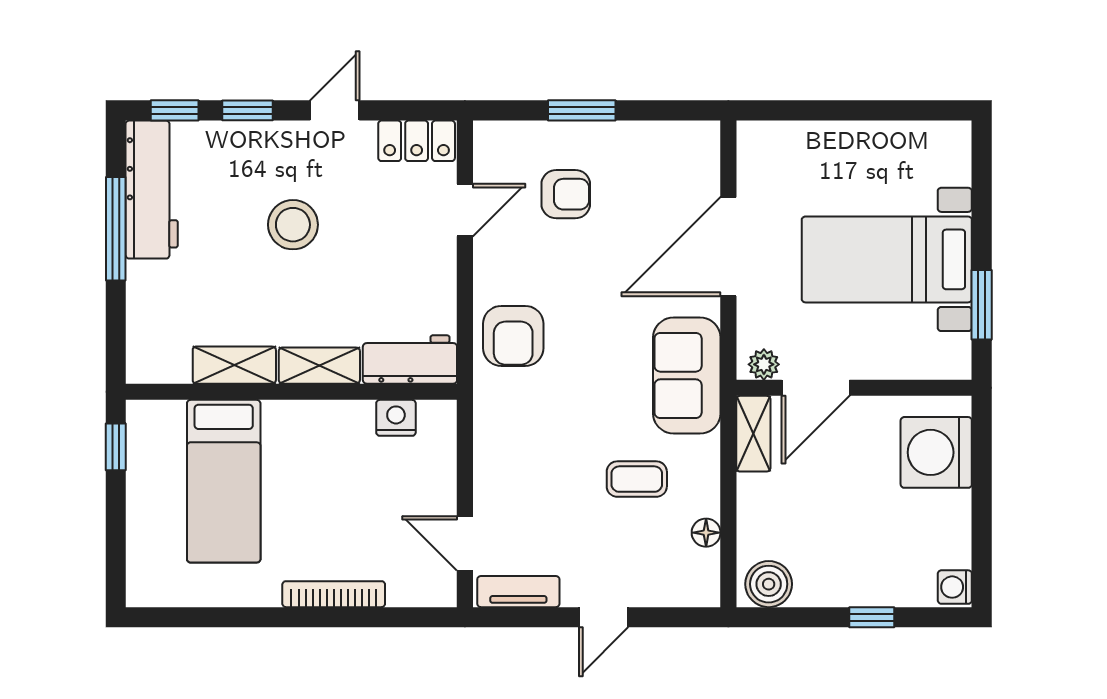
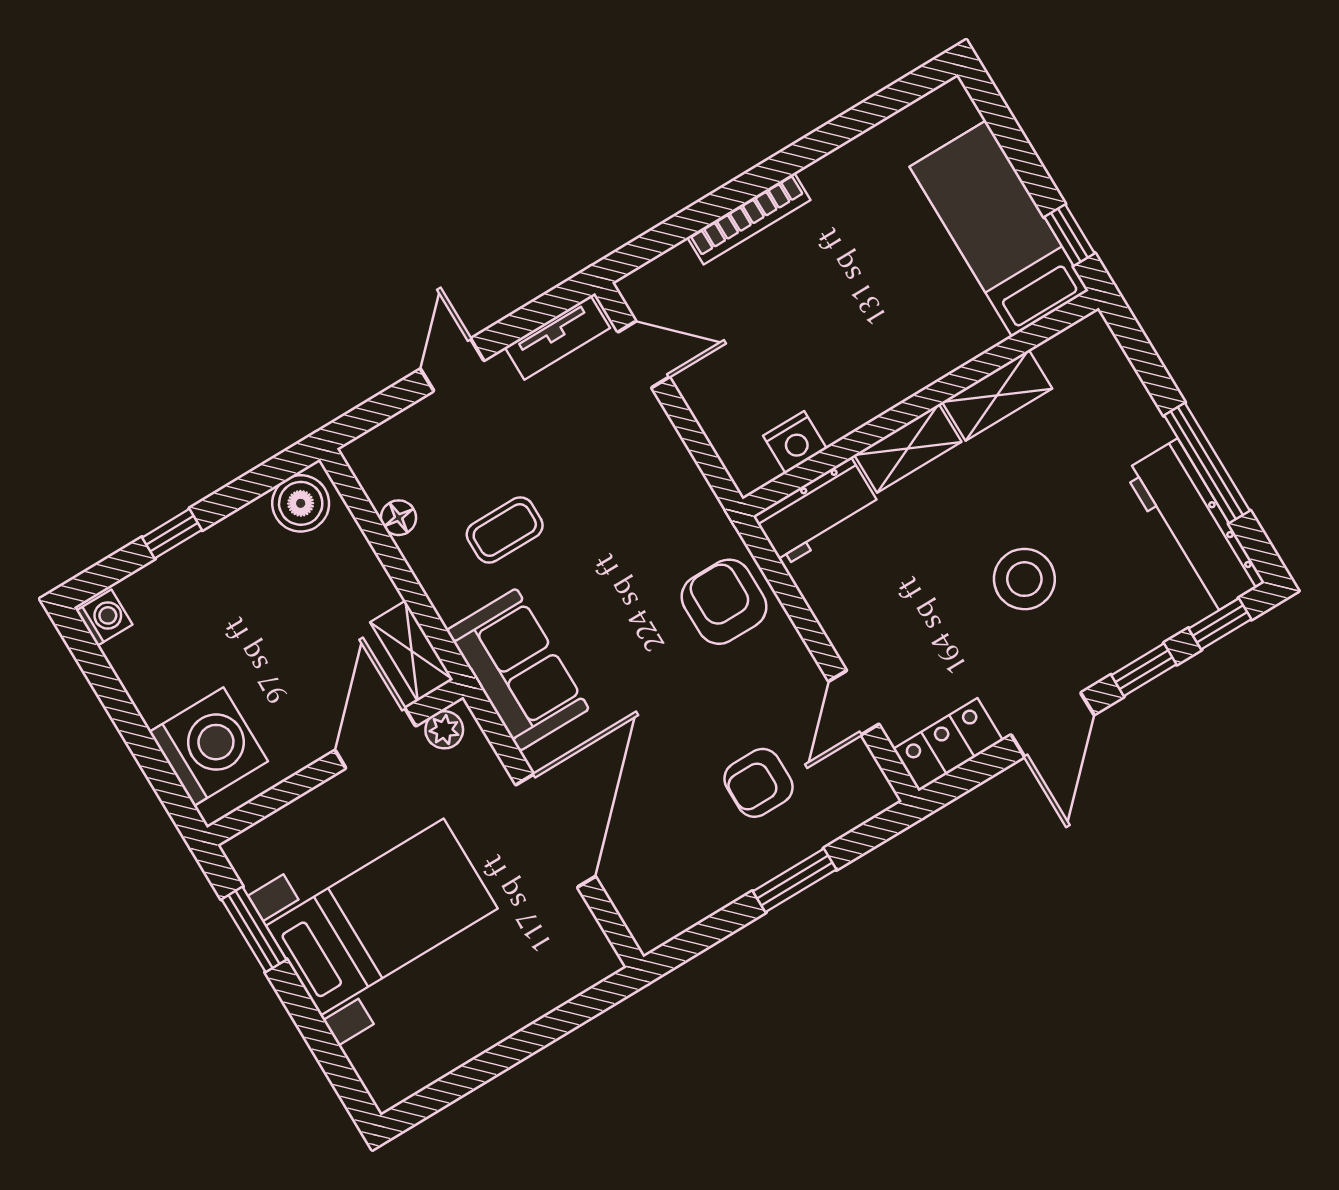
door: (335, 110) -> (1053, 725), width x1.38
bed: (224, 481) -> (999, 229), moved

